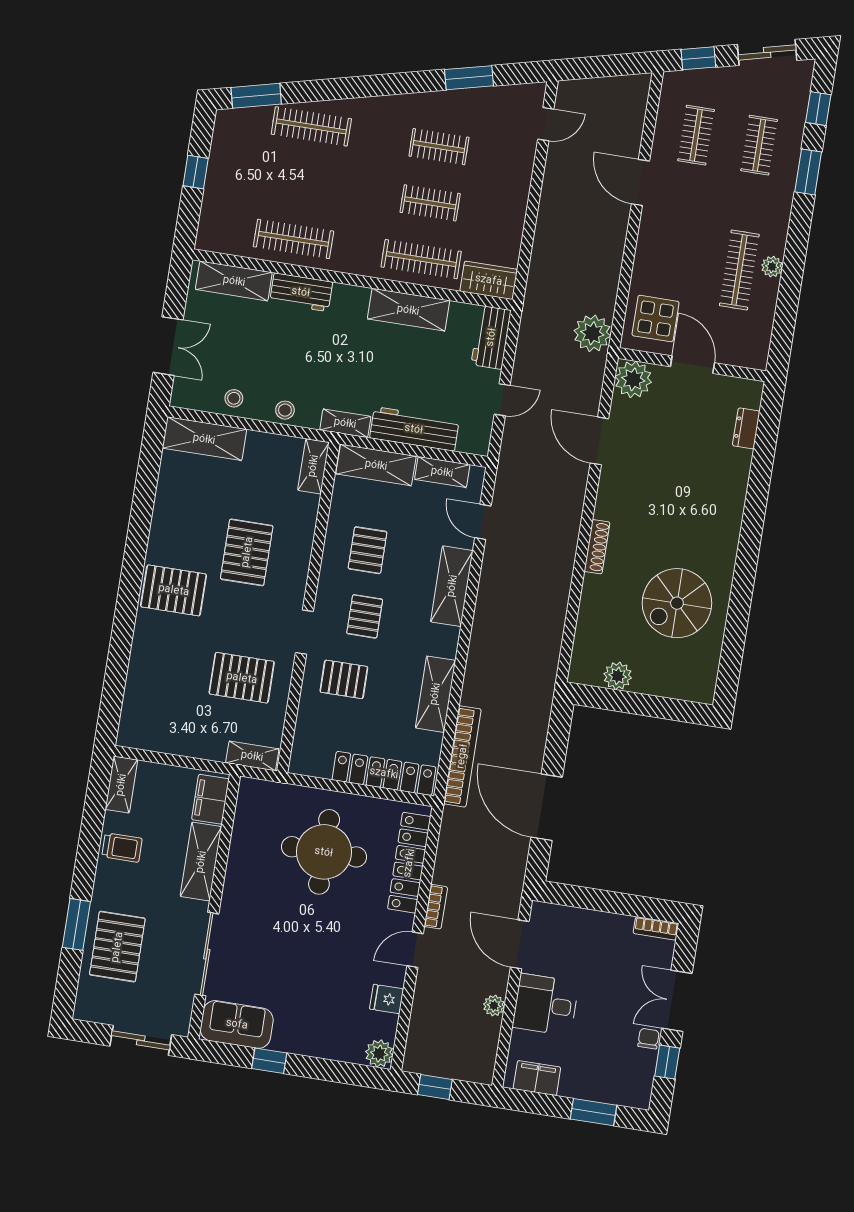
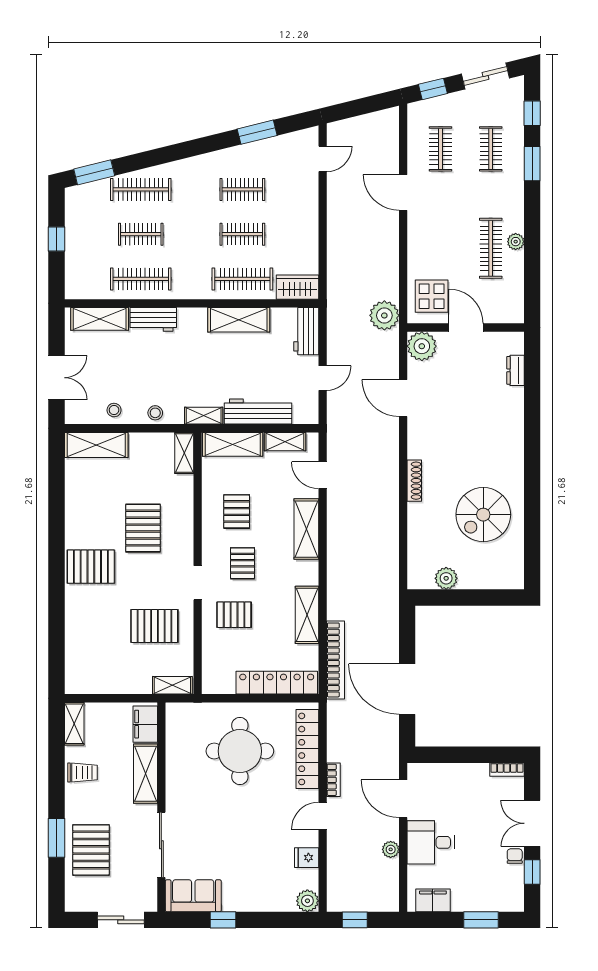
clothes rail: (302, 183) -> (141, 234), added

